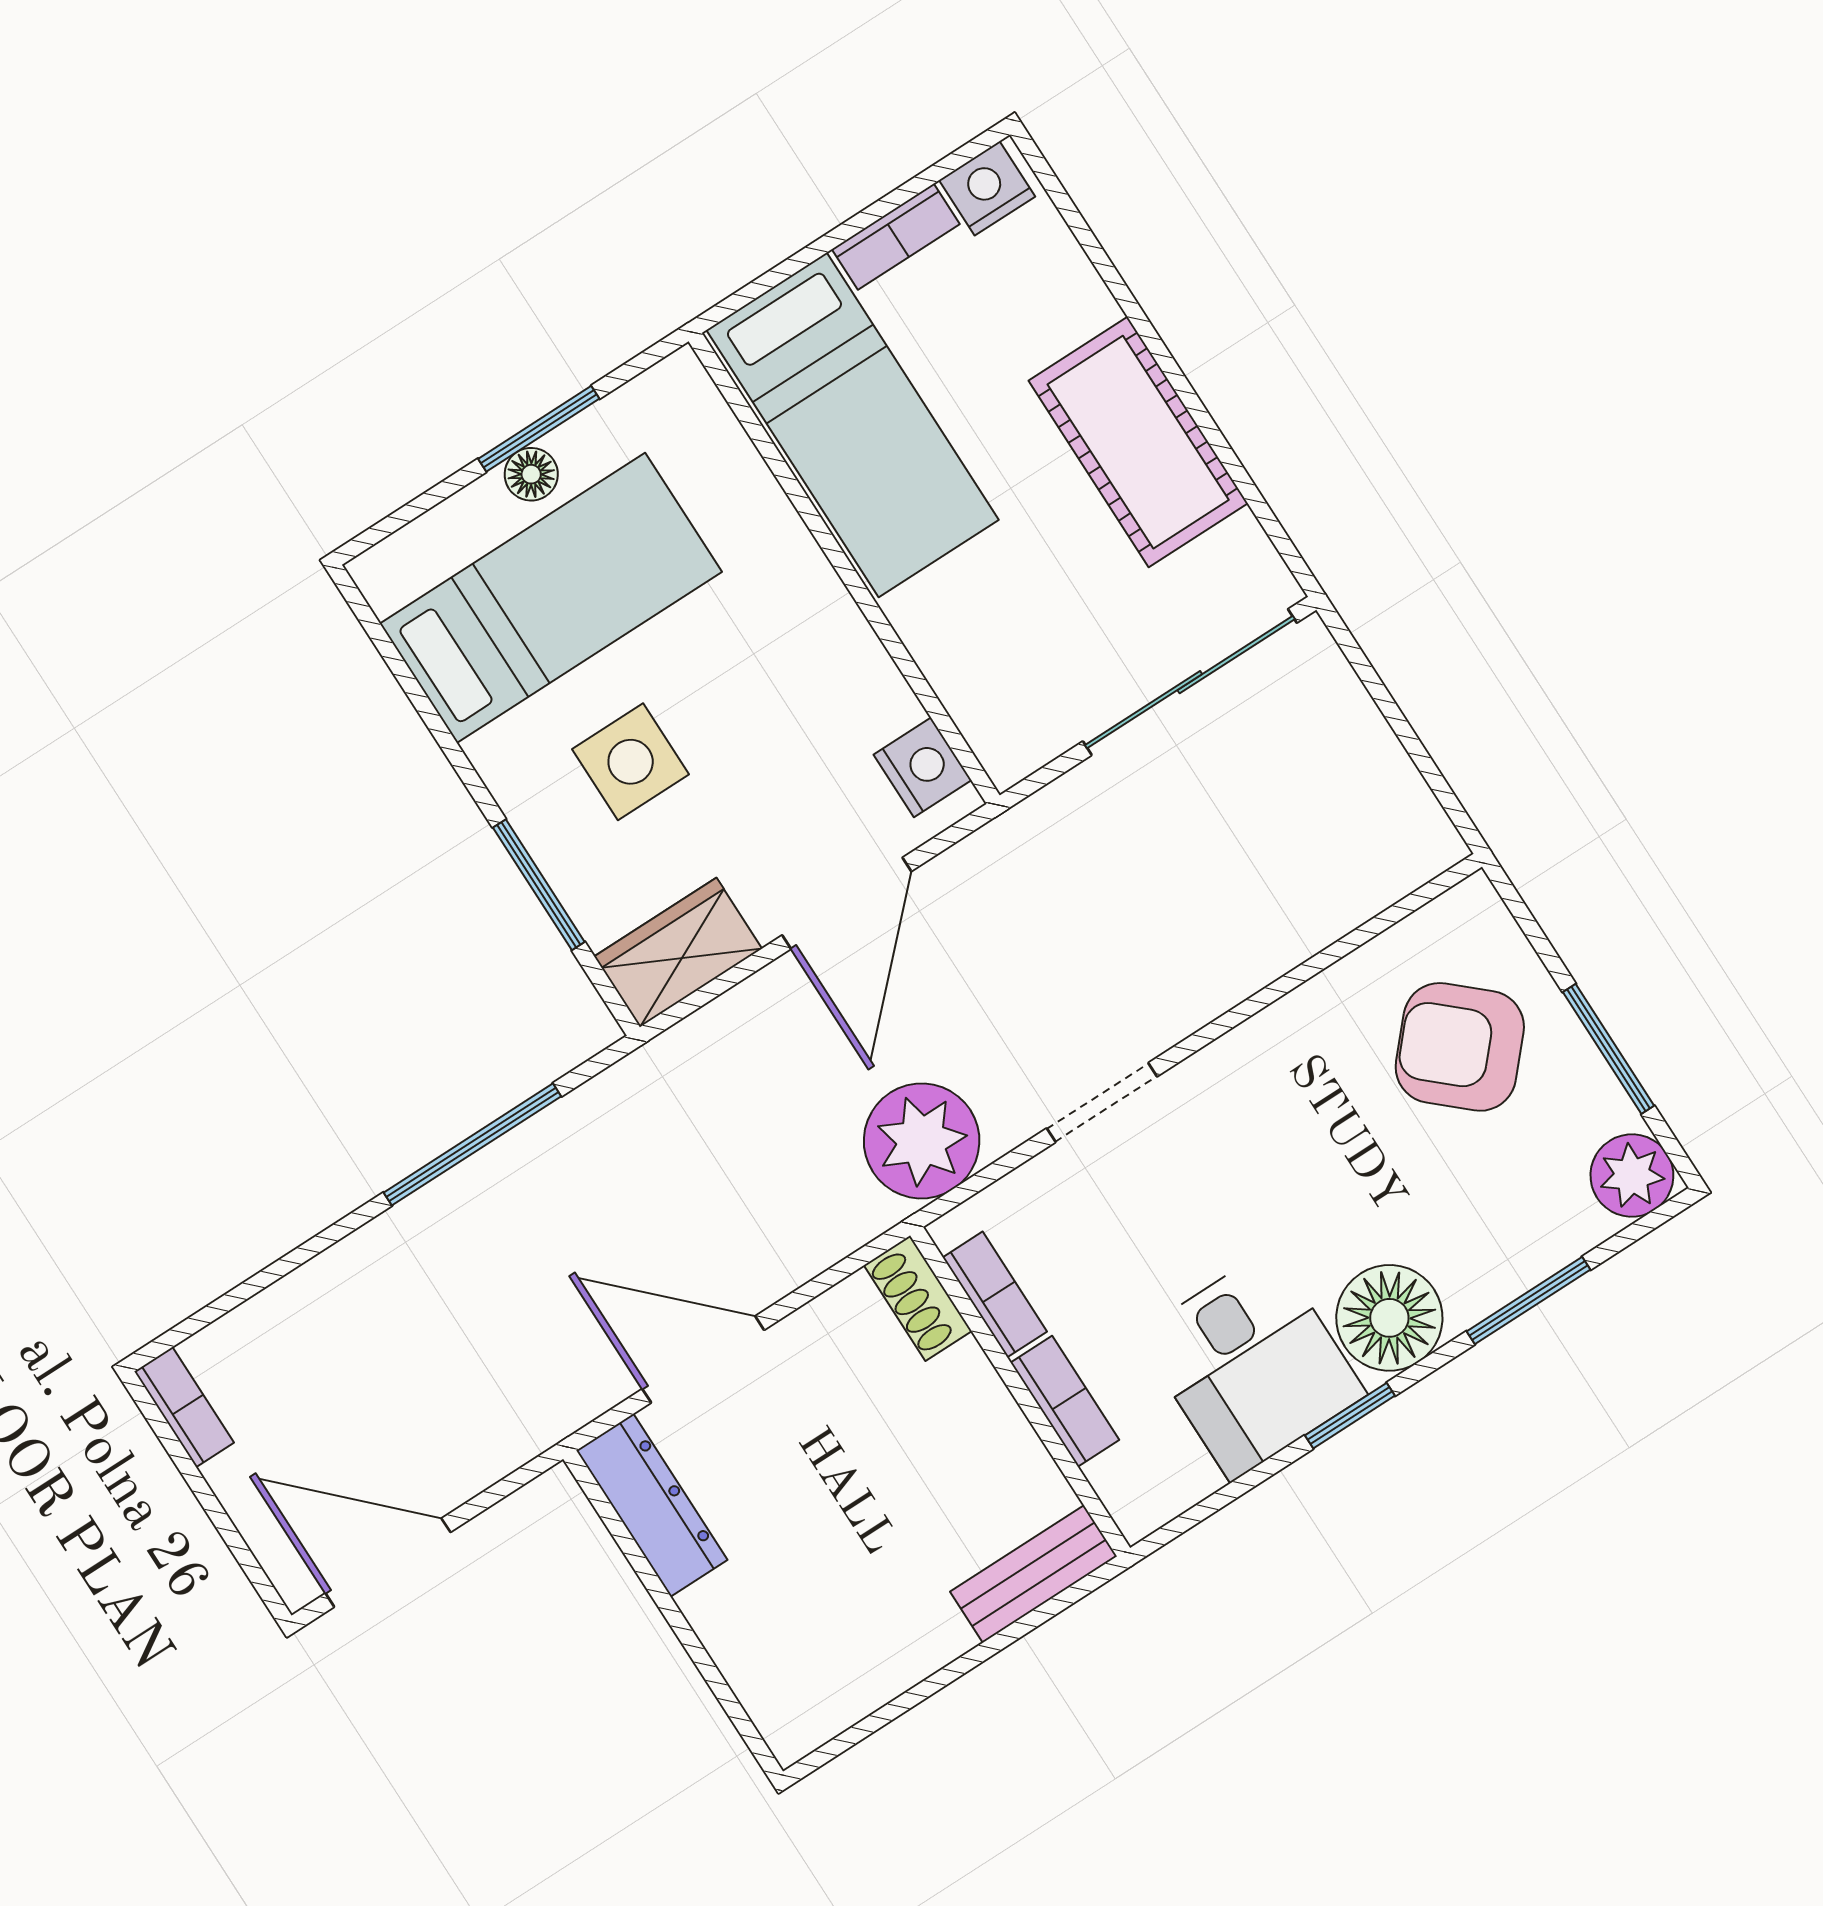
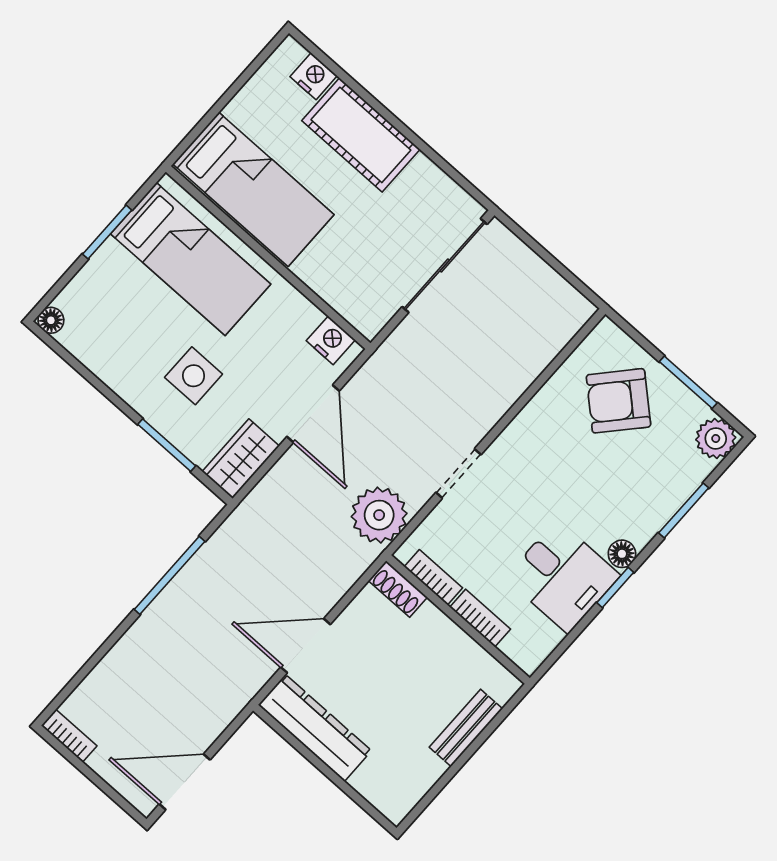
nightstand: (987, 188) -> (314, 76), moved, turned 90
bookcase: (896, 237) -> (249, 96), removed
cot: (1138, 442) -> (361, 135), moved
floor lamp: (531, 474) -> (51, 320), moved
bed: (551, 598) -> (191, 259), moved, turned 90
floor lamp: (1389, 1318) -> (622, 554), width x0.53, depth x0.53
dresser: (652, 1505) -> (315, 728), width x1.37, depth x1.24
bench: (1034, 1574) -> (466, 728), moved

